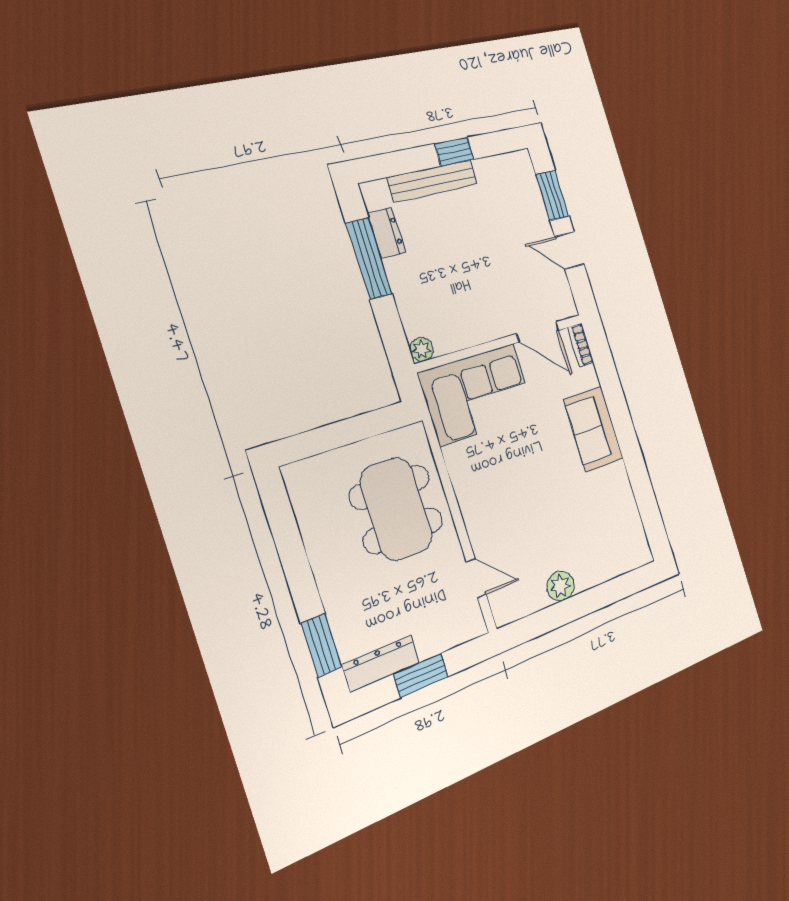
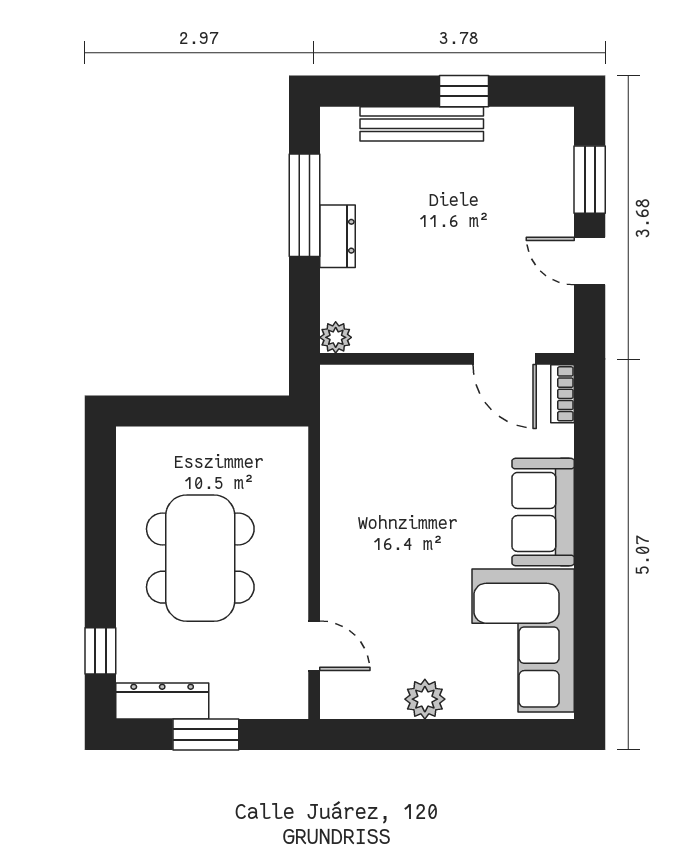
dresser: (386, 233) -> (338, 236), moved
corner sofa: (477, 394) -> (523, 640), moved, turned 90
dining table: (396, 509) -> (200, 558), moved
window: (321, 645) -> (100, 651), width x0.67

